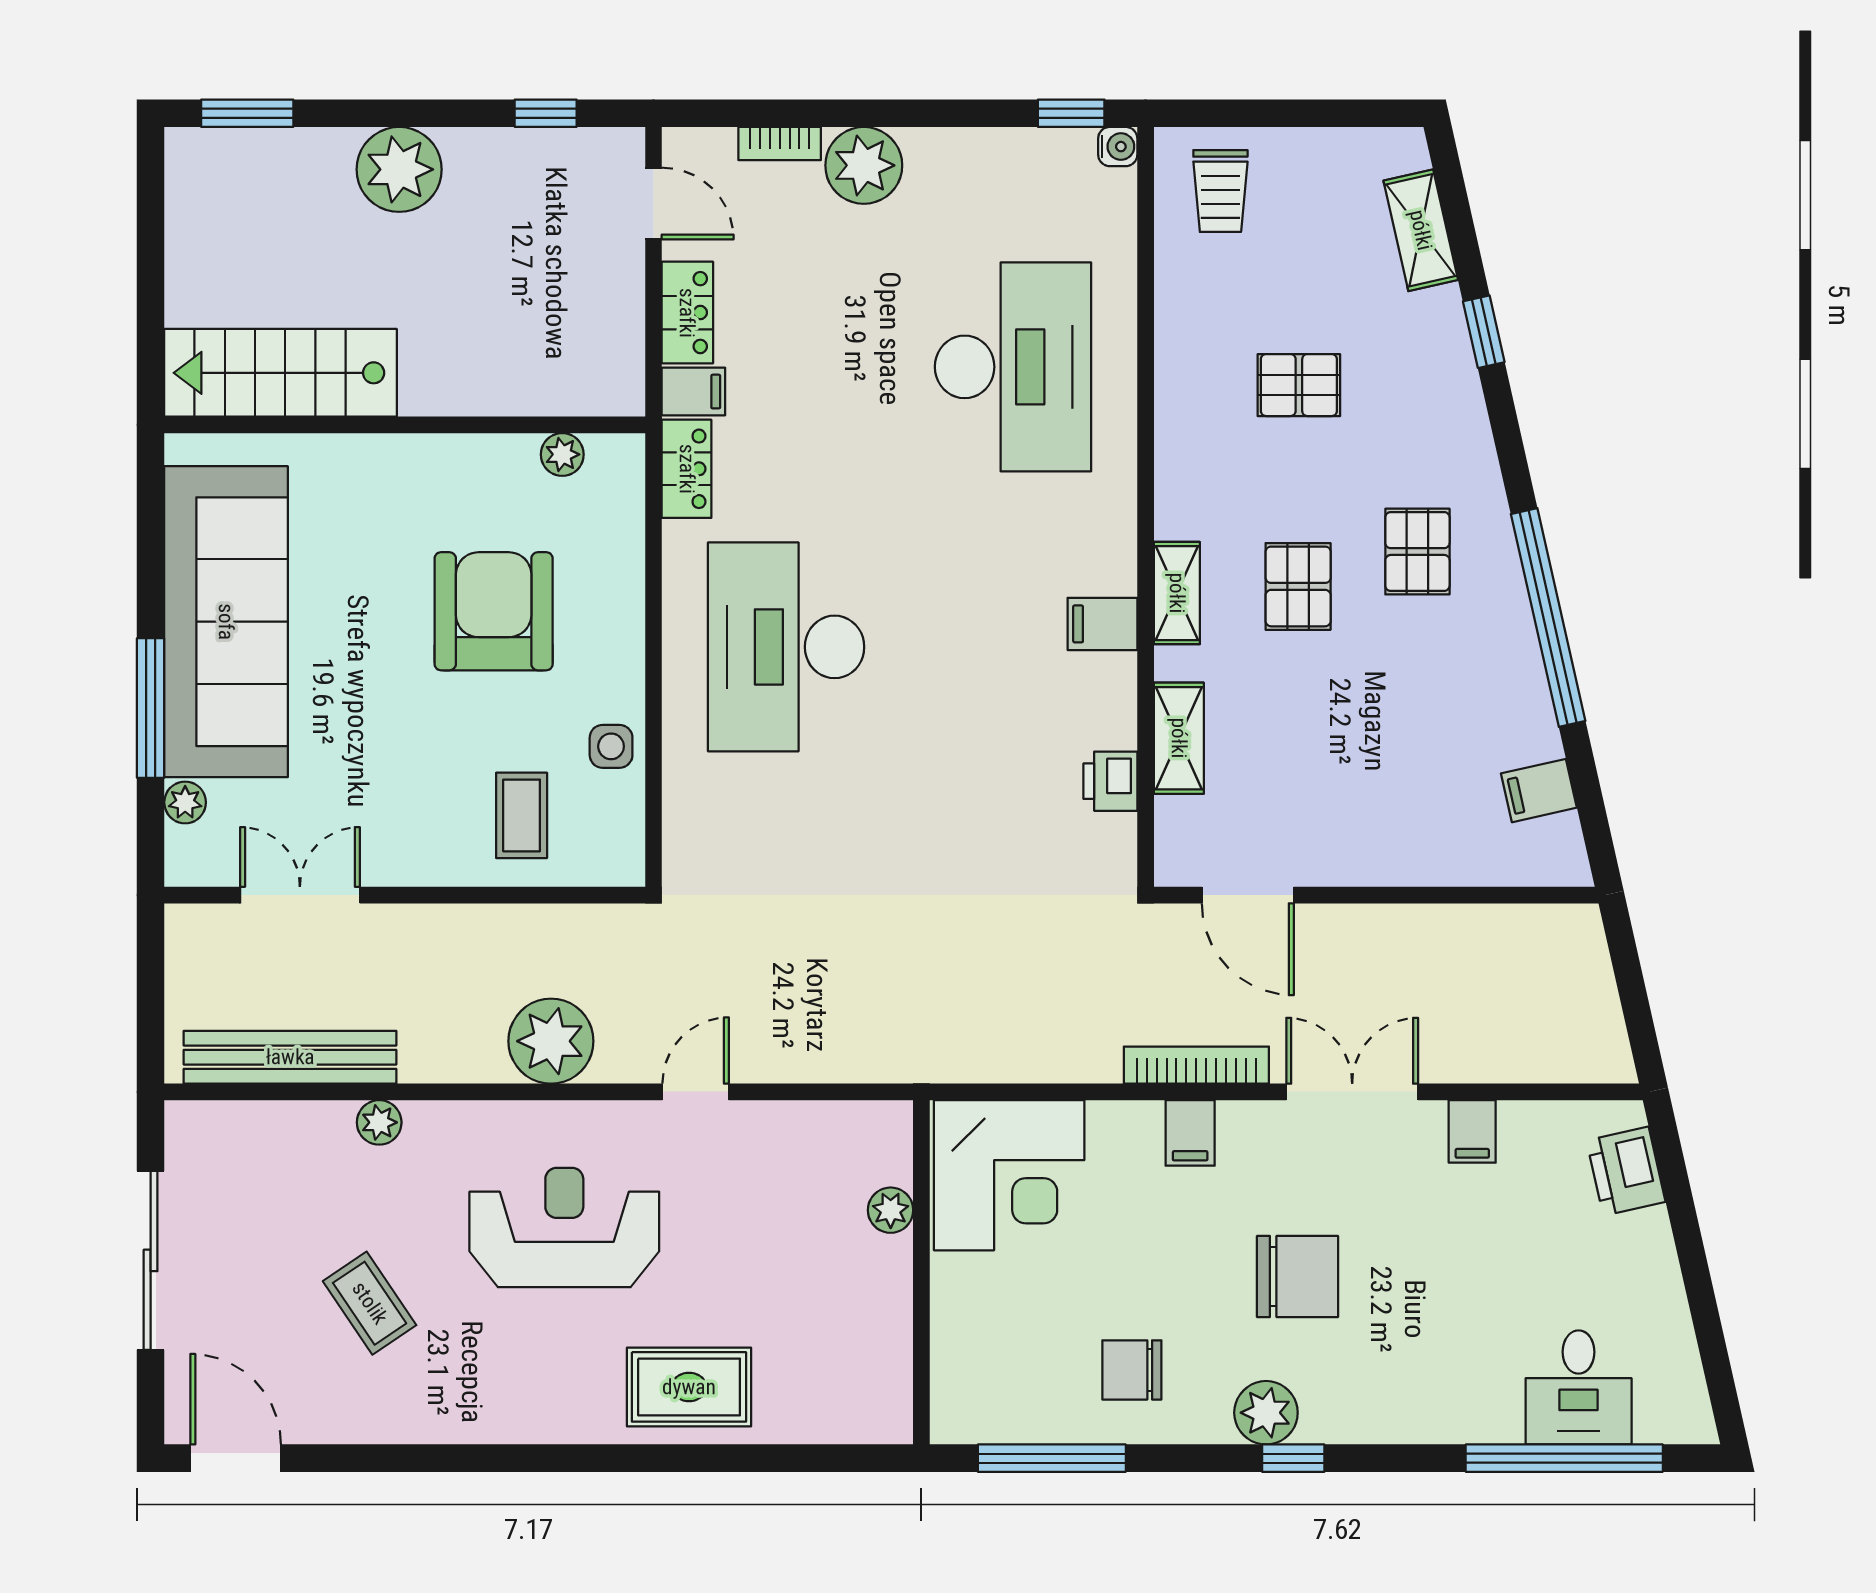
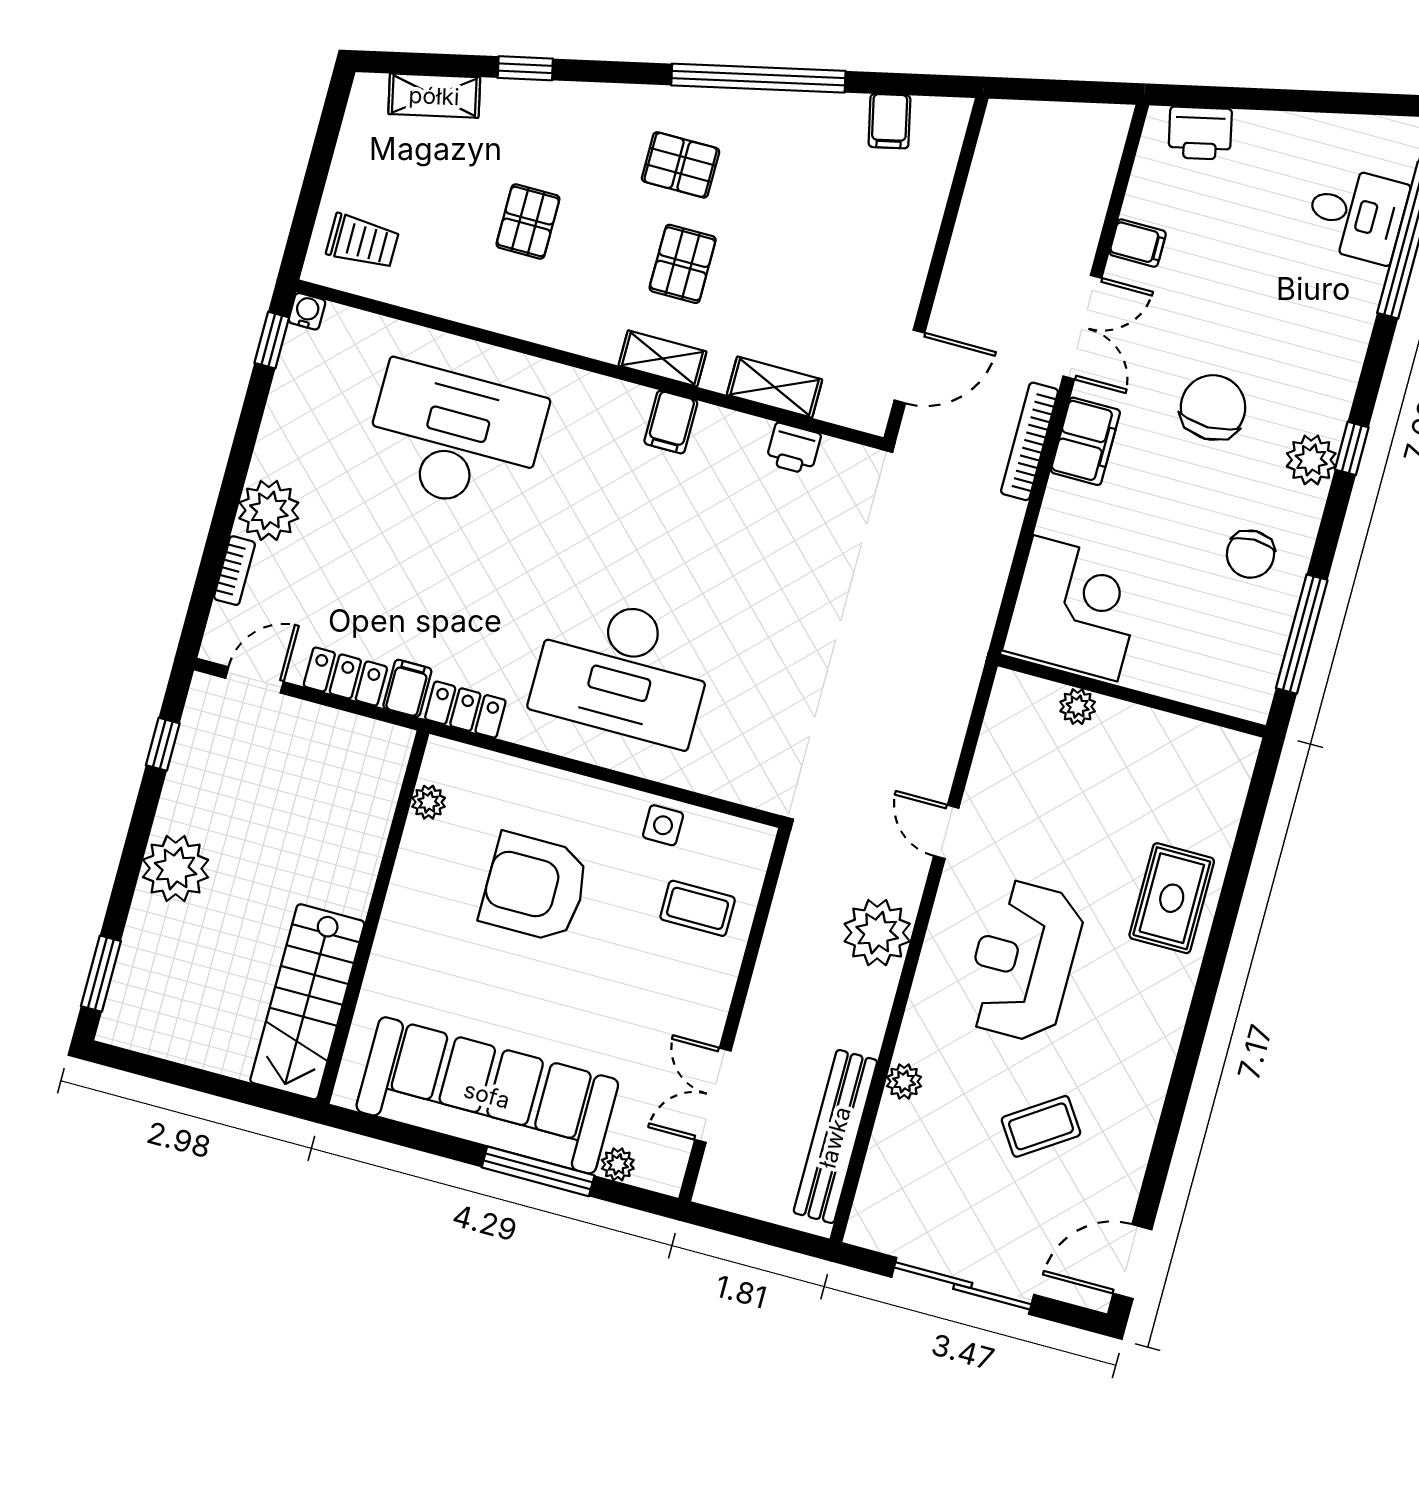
pallet: (1298, 586) -> (683, 264), turned 90
double door: (1352, 1092) -> (1082, 327), swing flipped
filing cabinet: (1190, 1133) -> (1085, 441), width x2.00

